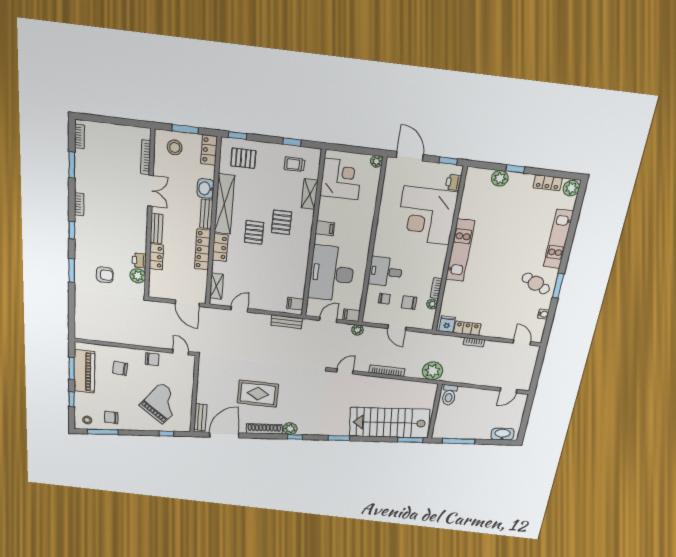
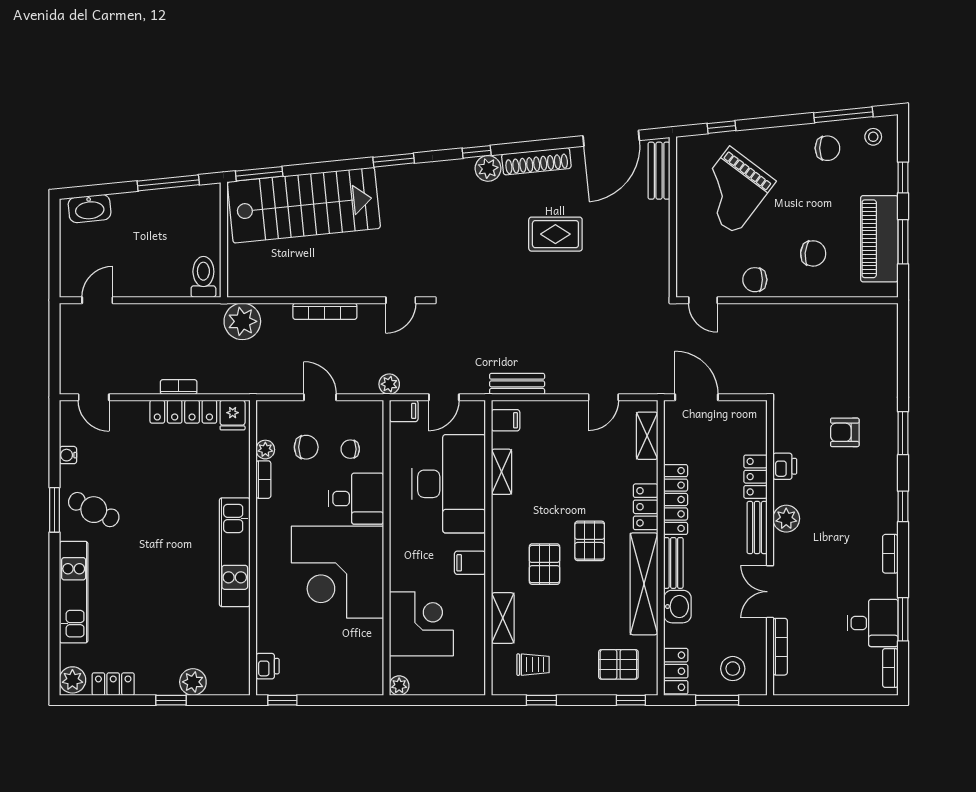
door: (410, 156) -> (346, 700), removed
desk: (90, 165) -> (873, 623), added
corner desk: (341, 179) -> (421, 624), moved, turned 180
corner desk: (427, 216) -> (338, 572), moved, turned 180
plant: (138, 276) -> (786, 519), moved
shelving: (301, 276) -> (501, 472), added
locker: (467, 328) -> (183, 412), width x1.53
rug: (258, 394) -> (555, 234), width x0.73, depth x0.70

